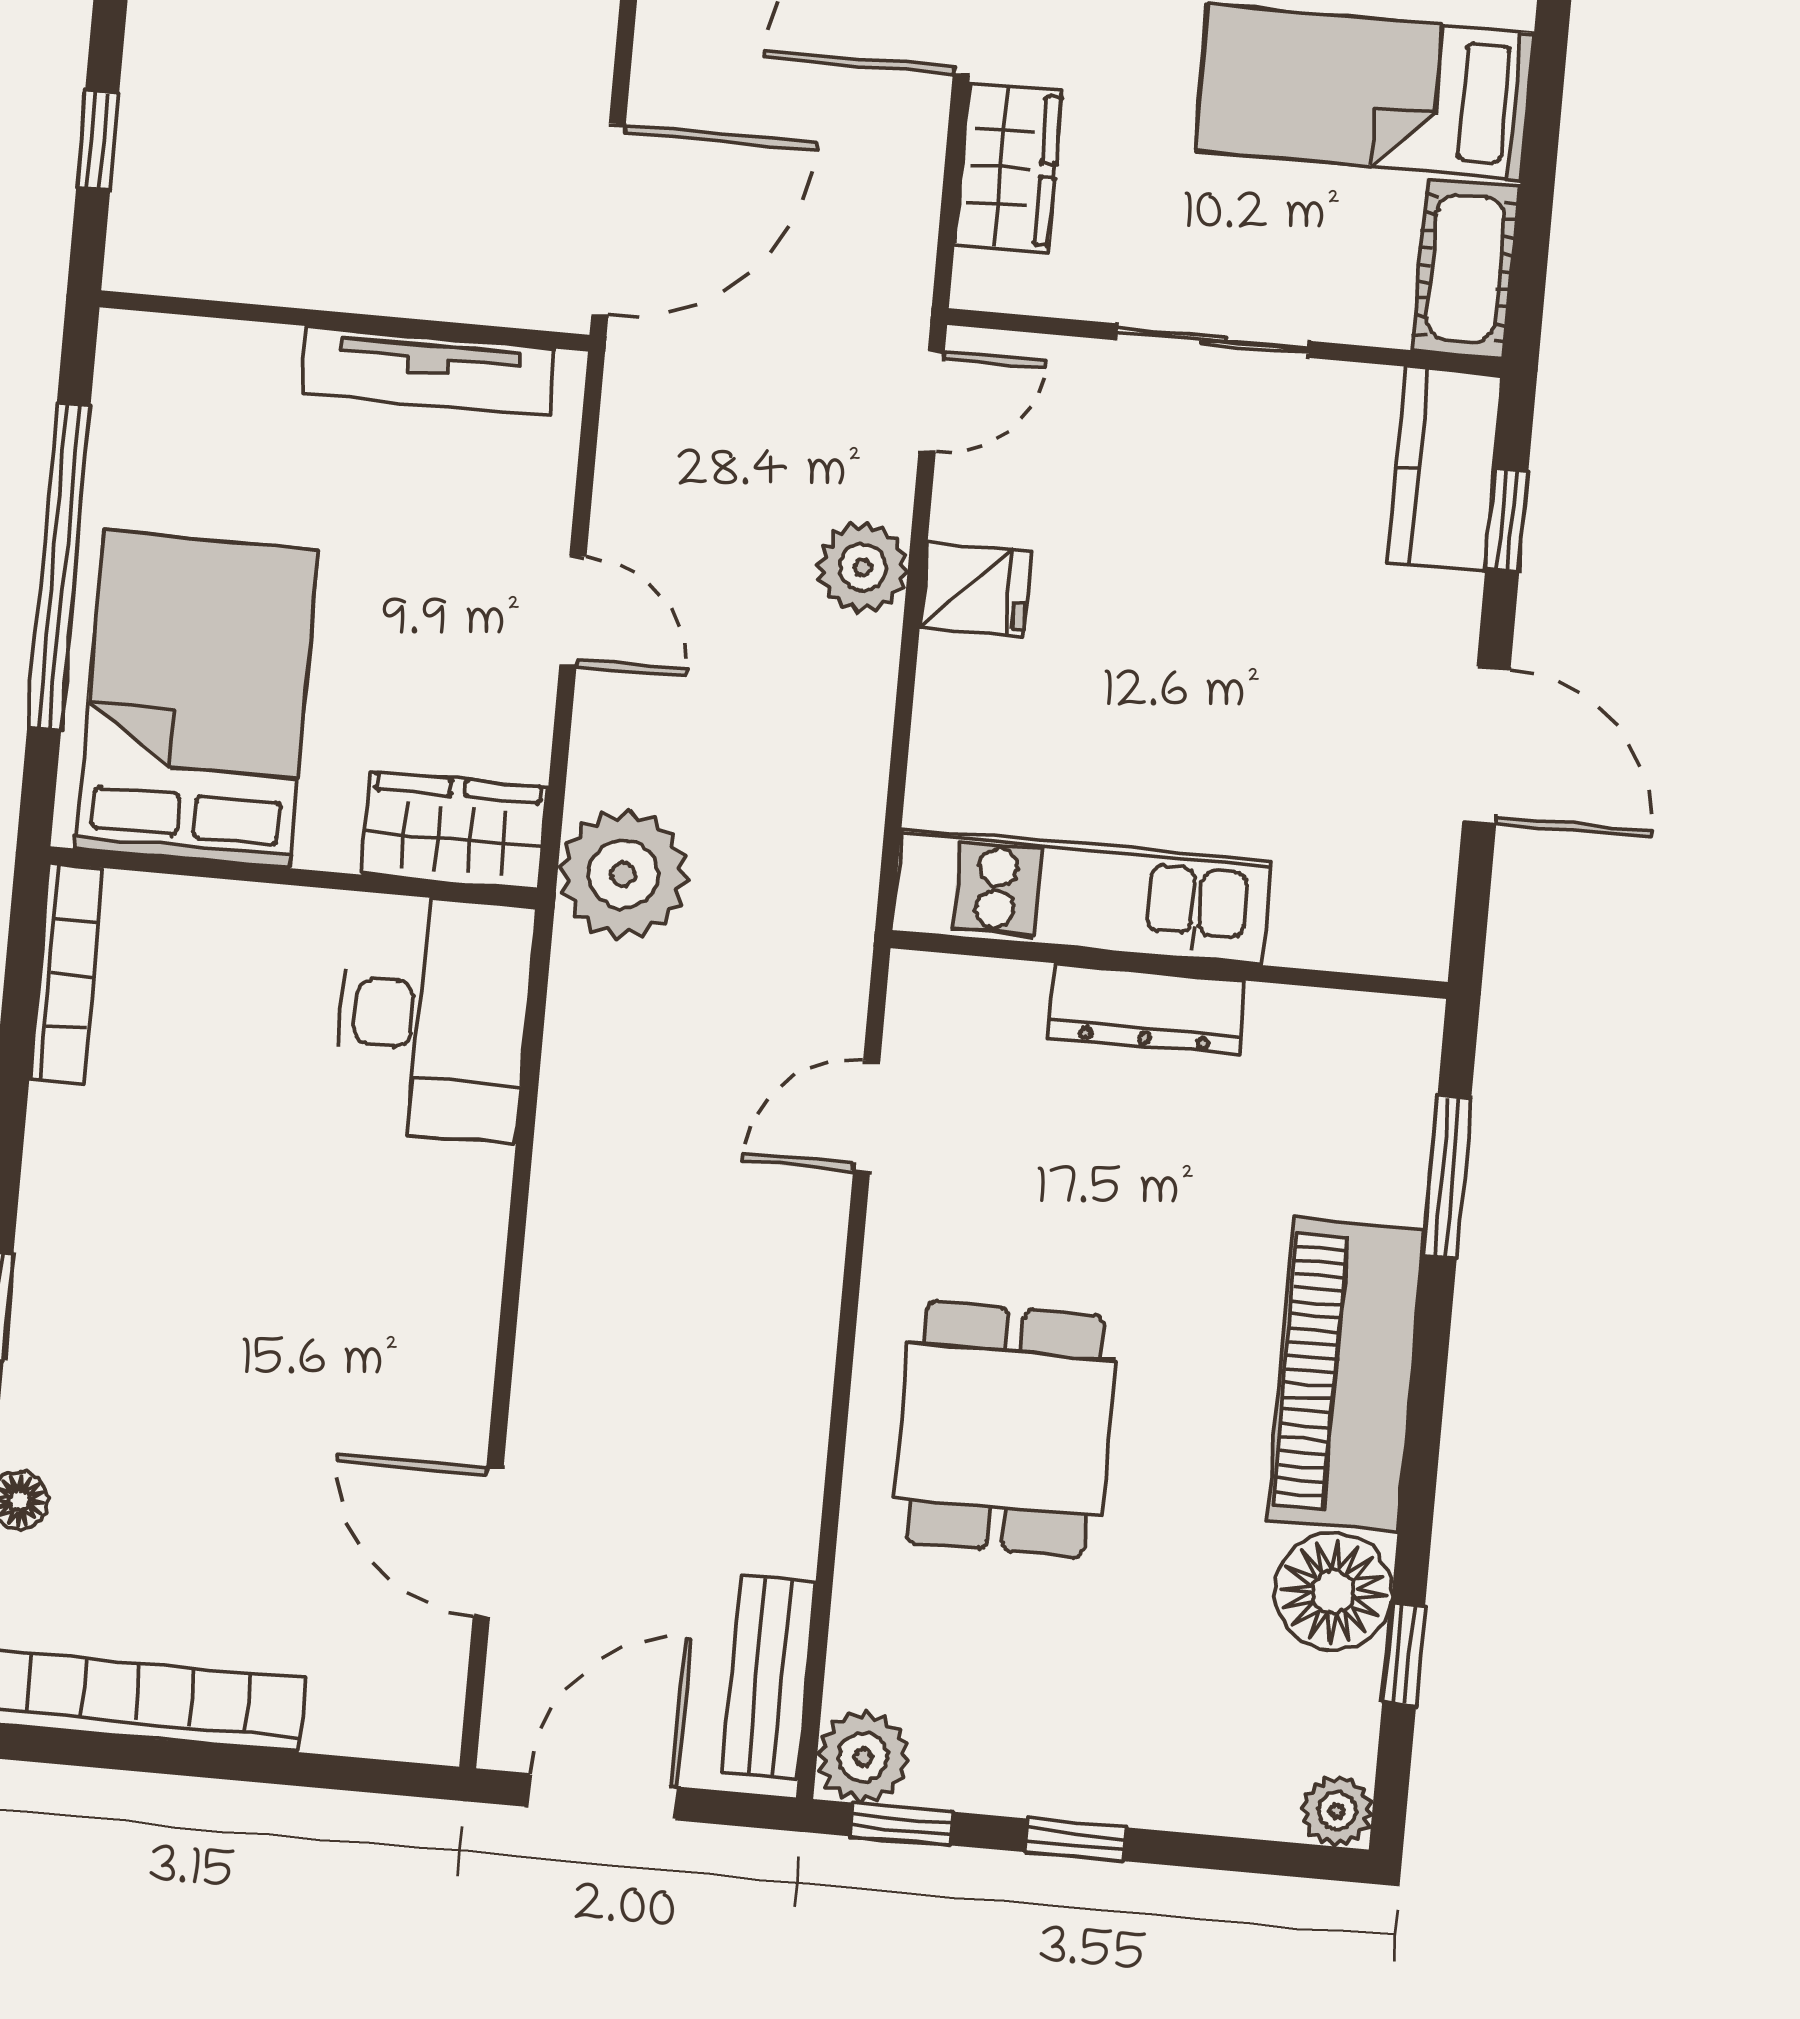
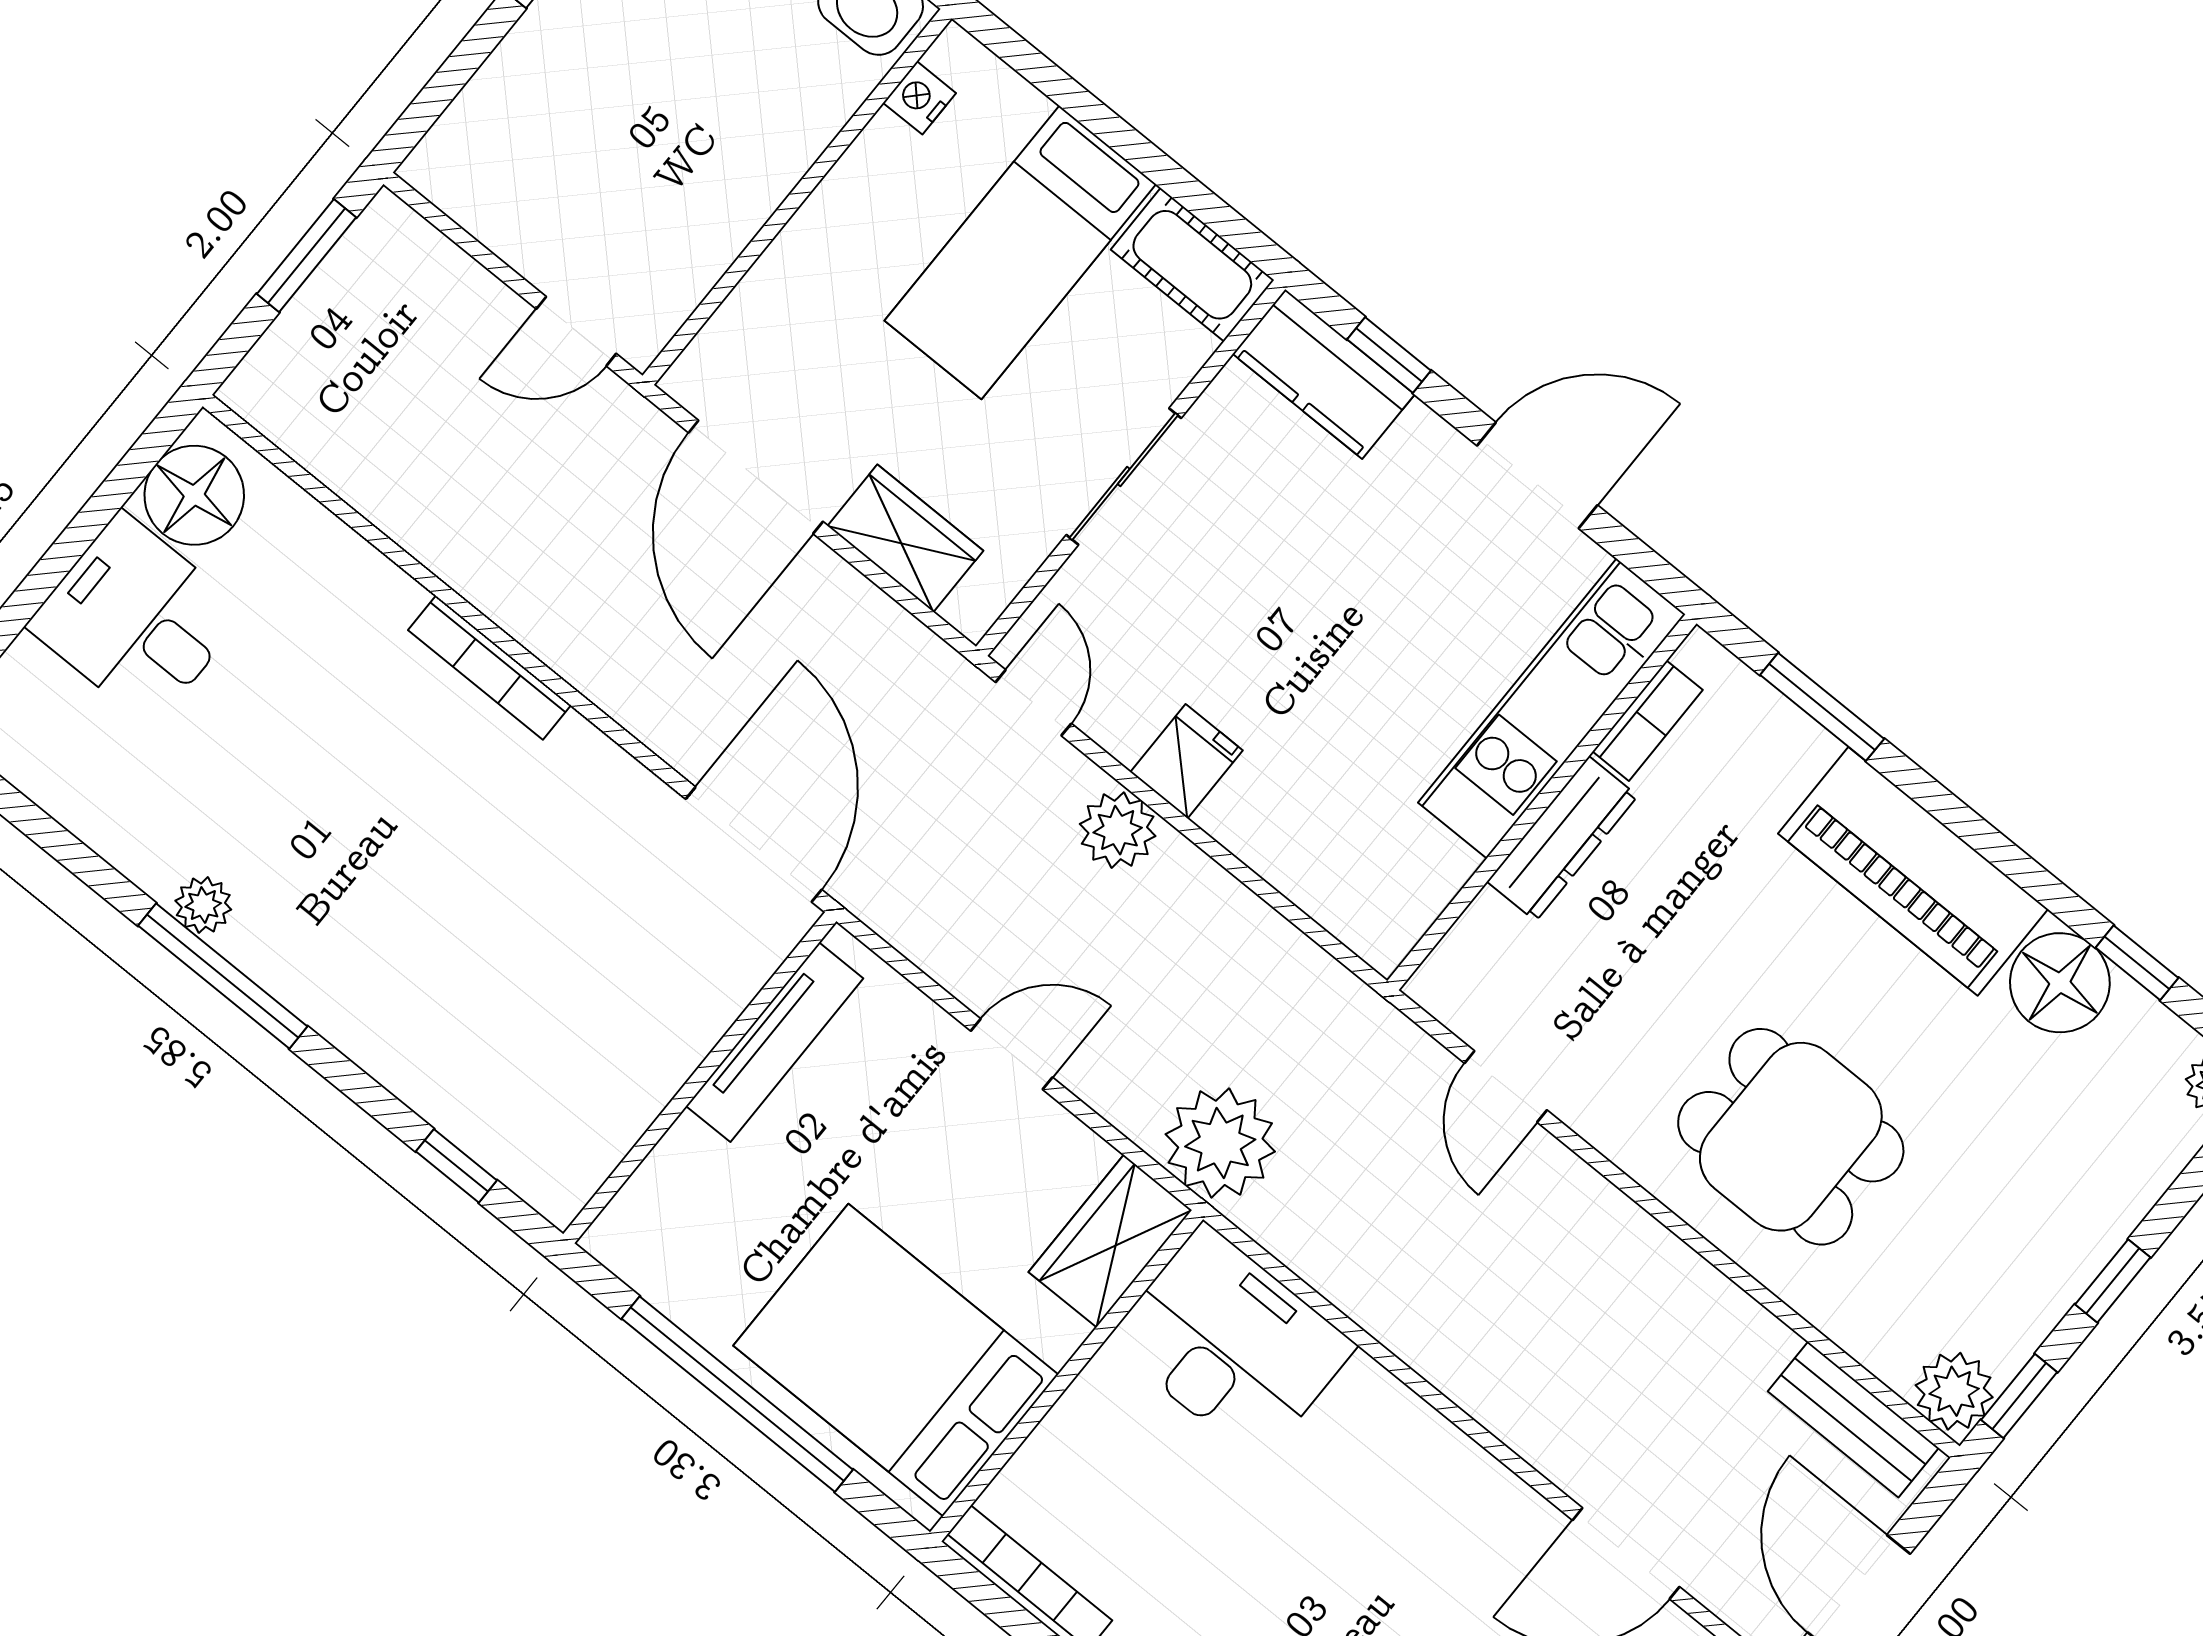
kitchen unit: (1082, 896) -> (1552, 709), moved
bookcase: (1319, 1015) -> (1648, 721), added

